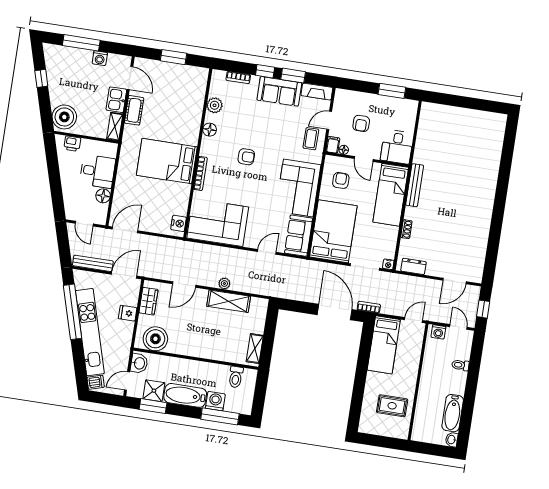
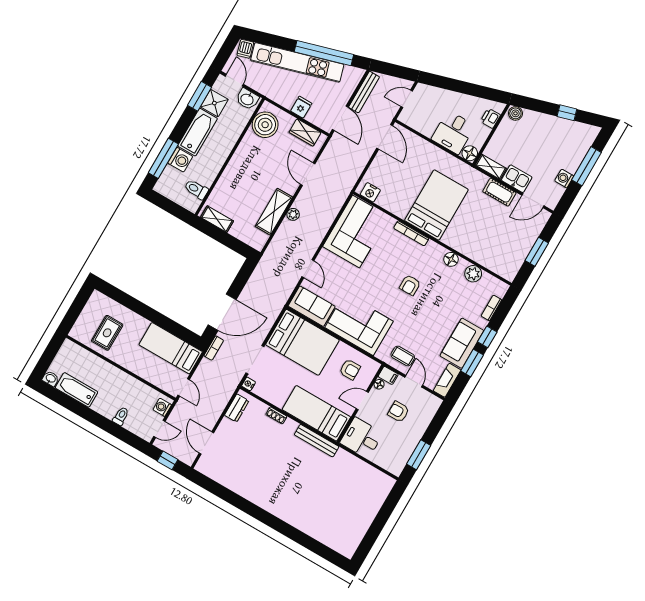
boiler: (64, 117) -> (515, 113), width x0.54, depth x0.54
floor lamp: (103, 196) -> (470, 153), moved

